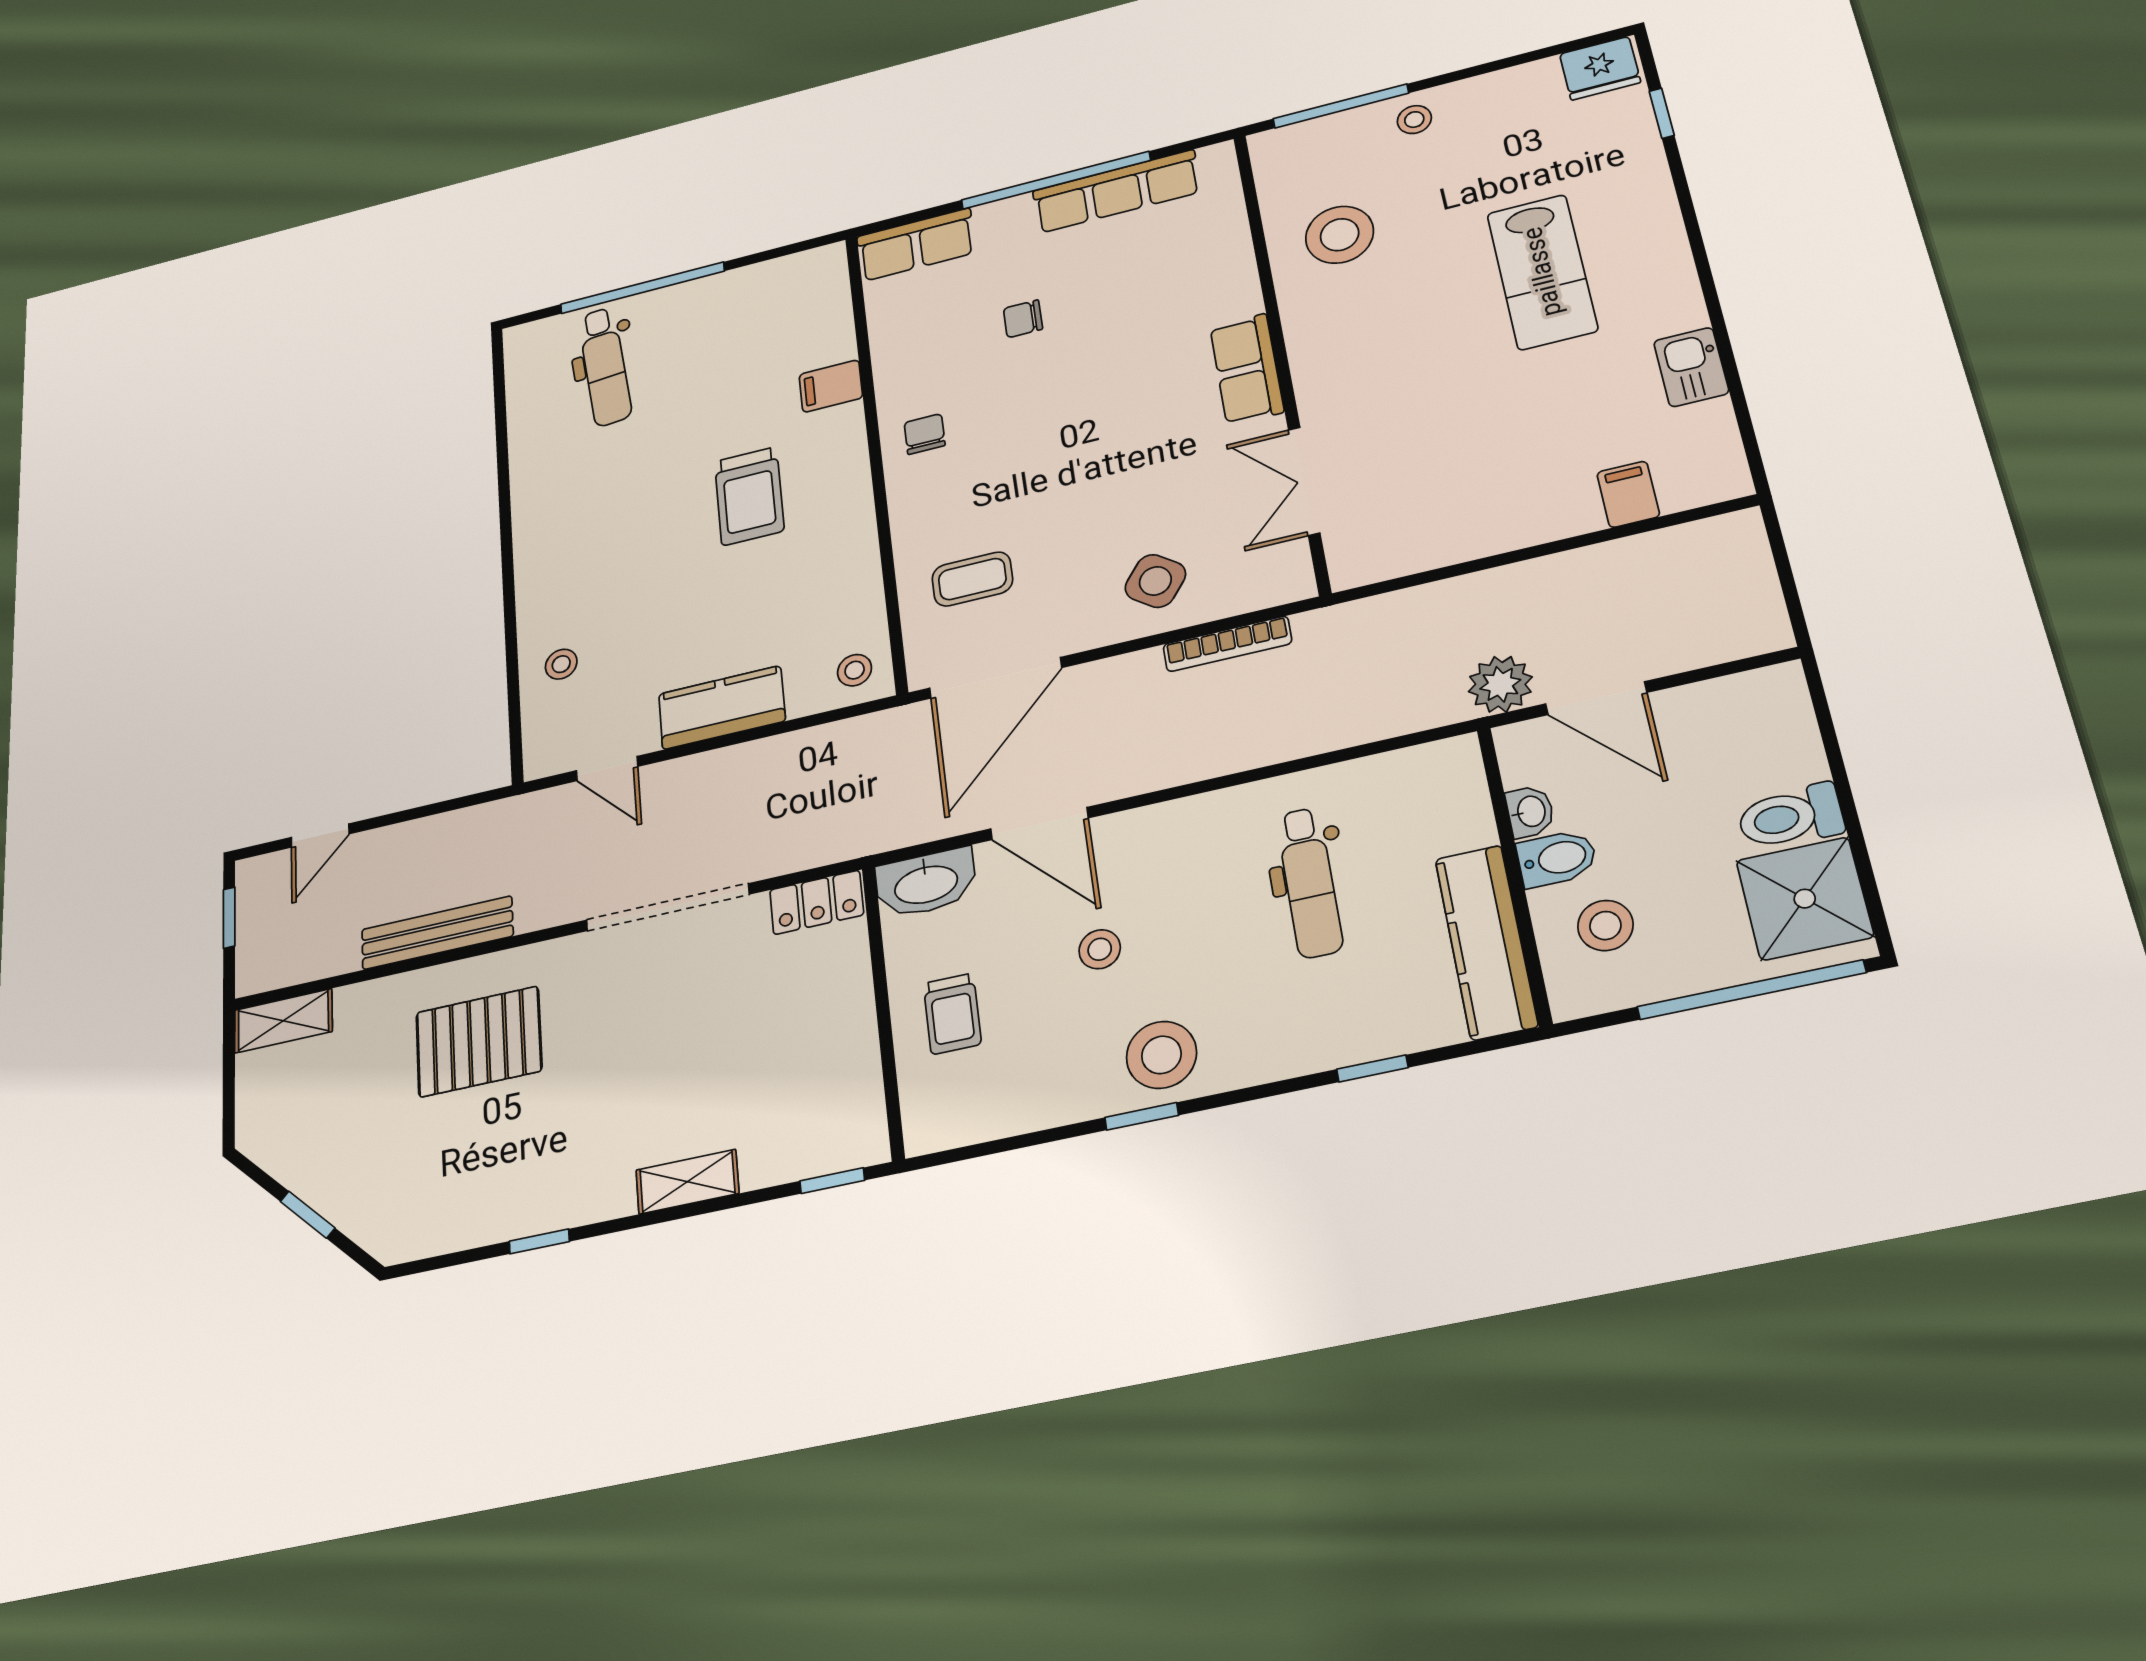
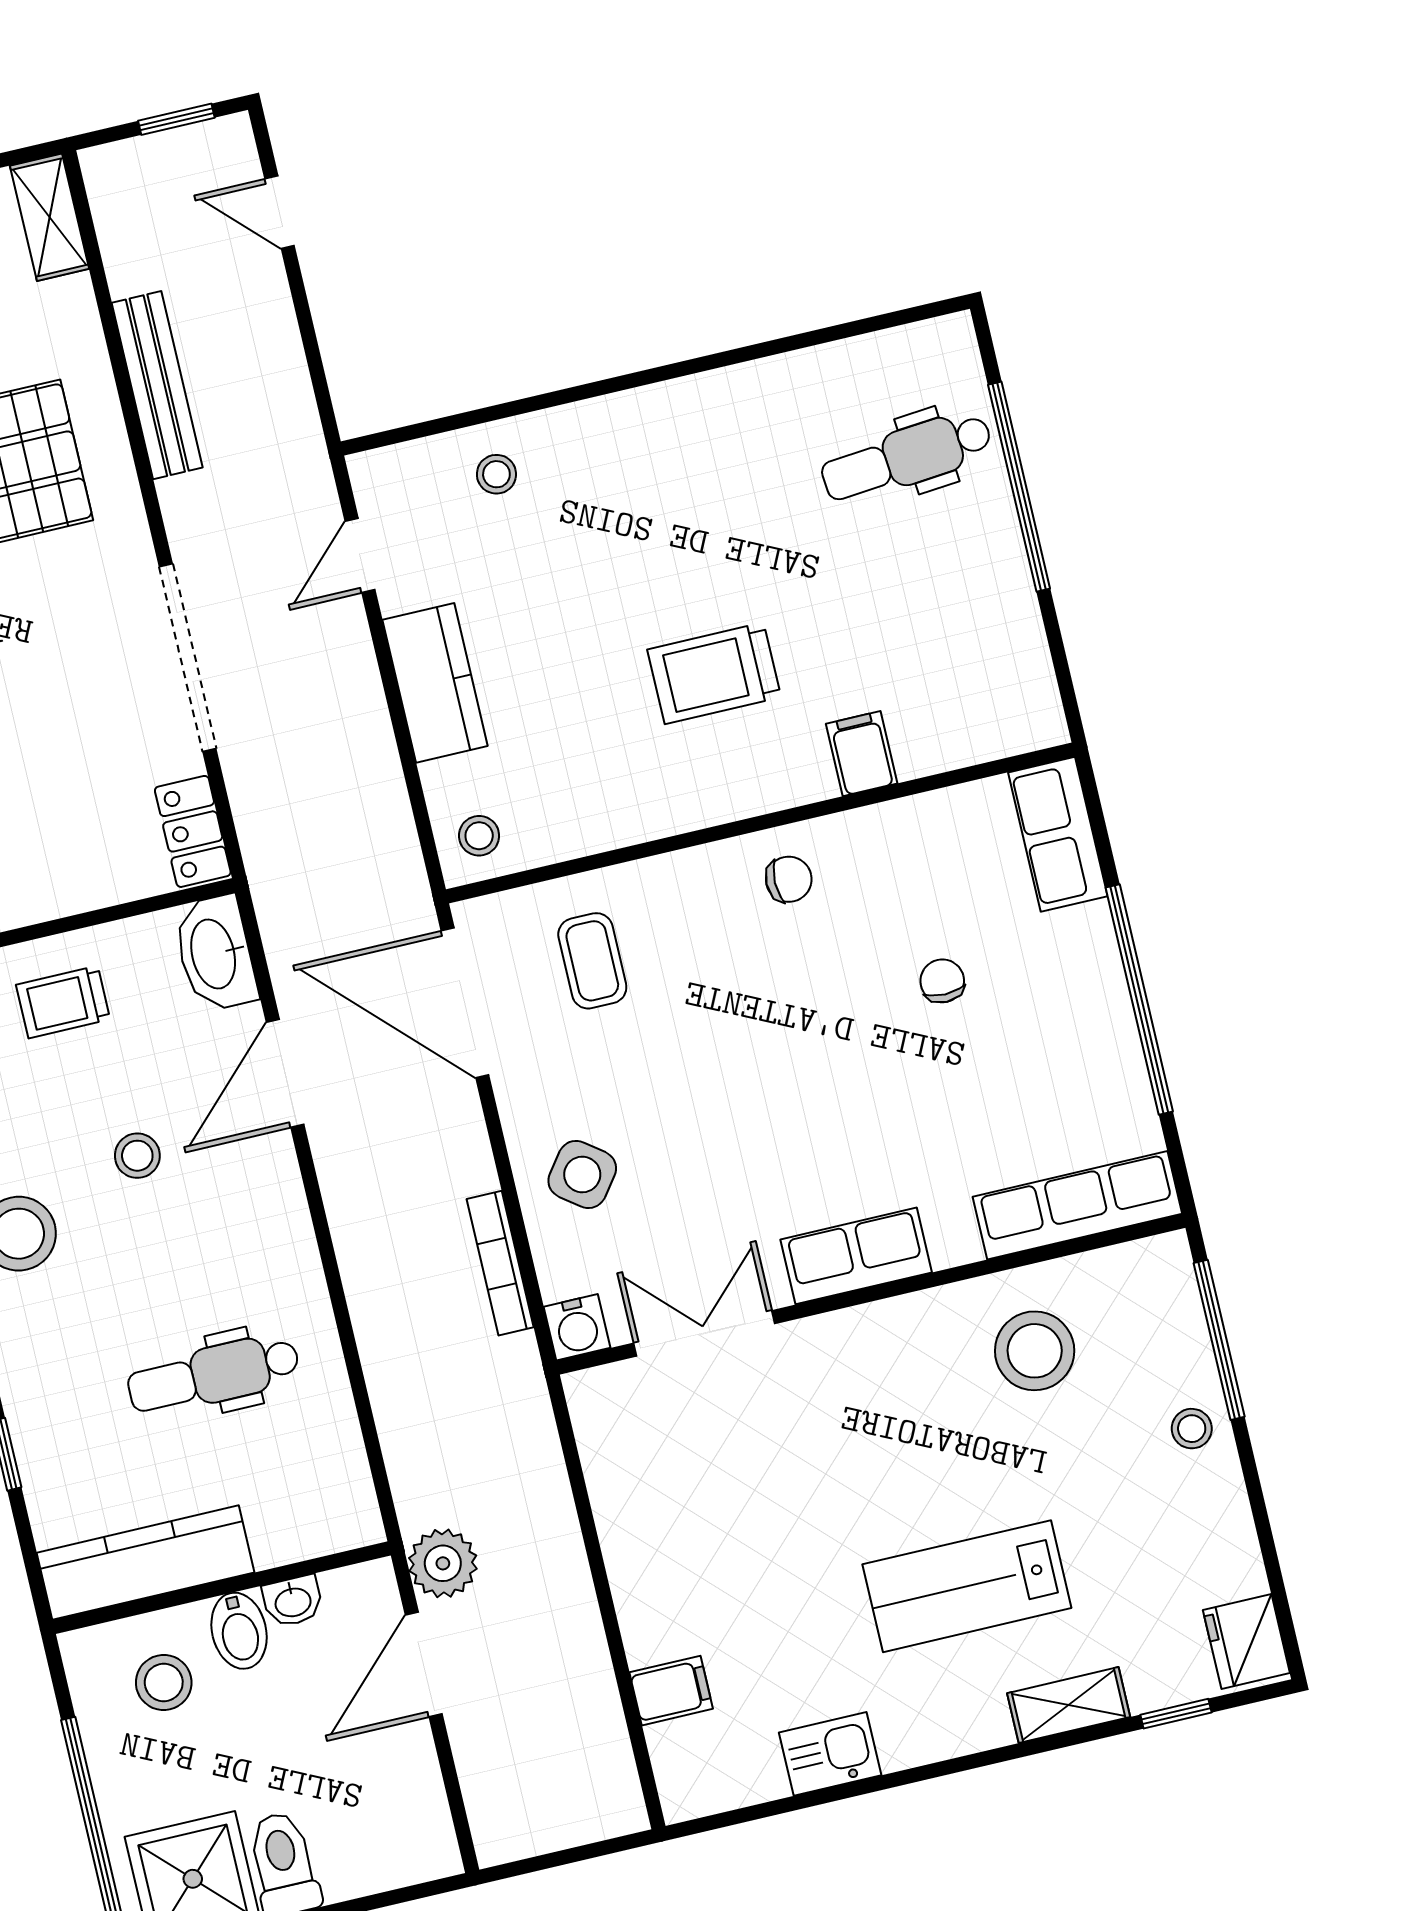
row of seats: (1116, 191) -> (1077, 1205), moved, turned 90
shelving: (1652, 191) -> (1069, 1705), added
water cooler: (1290, 581) -> (577, 1327), added

